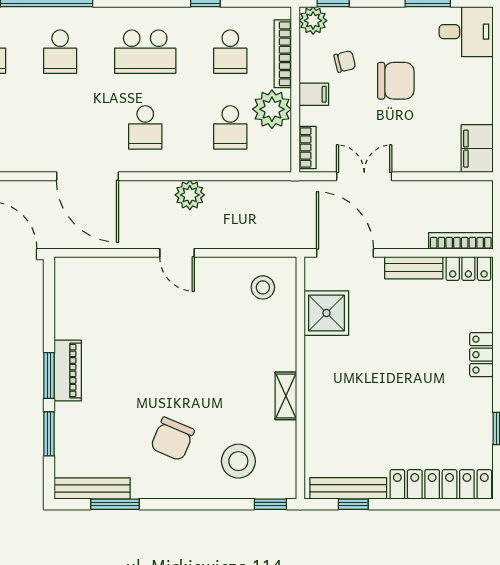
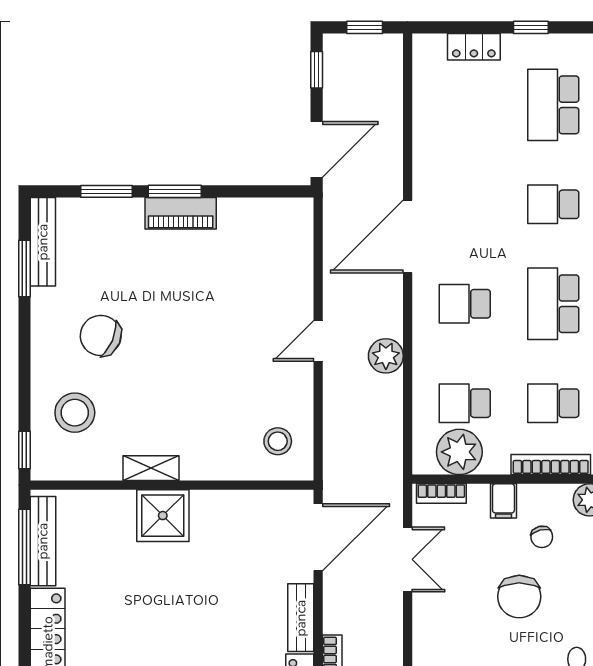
plant: (272, 109) -> (459, 452), moved
shower: (326, 313) -> (163, 516), moved
window: (353, 504) -> (24, 547), width x2.17

